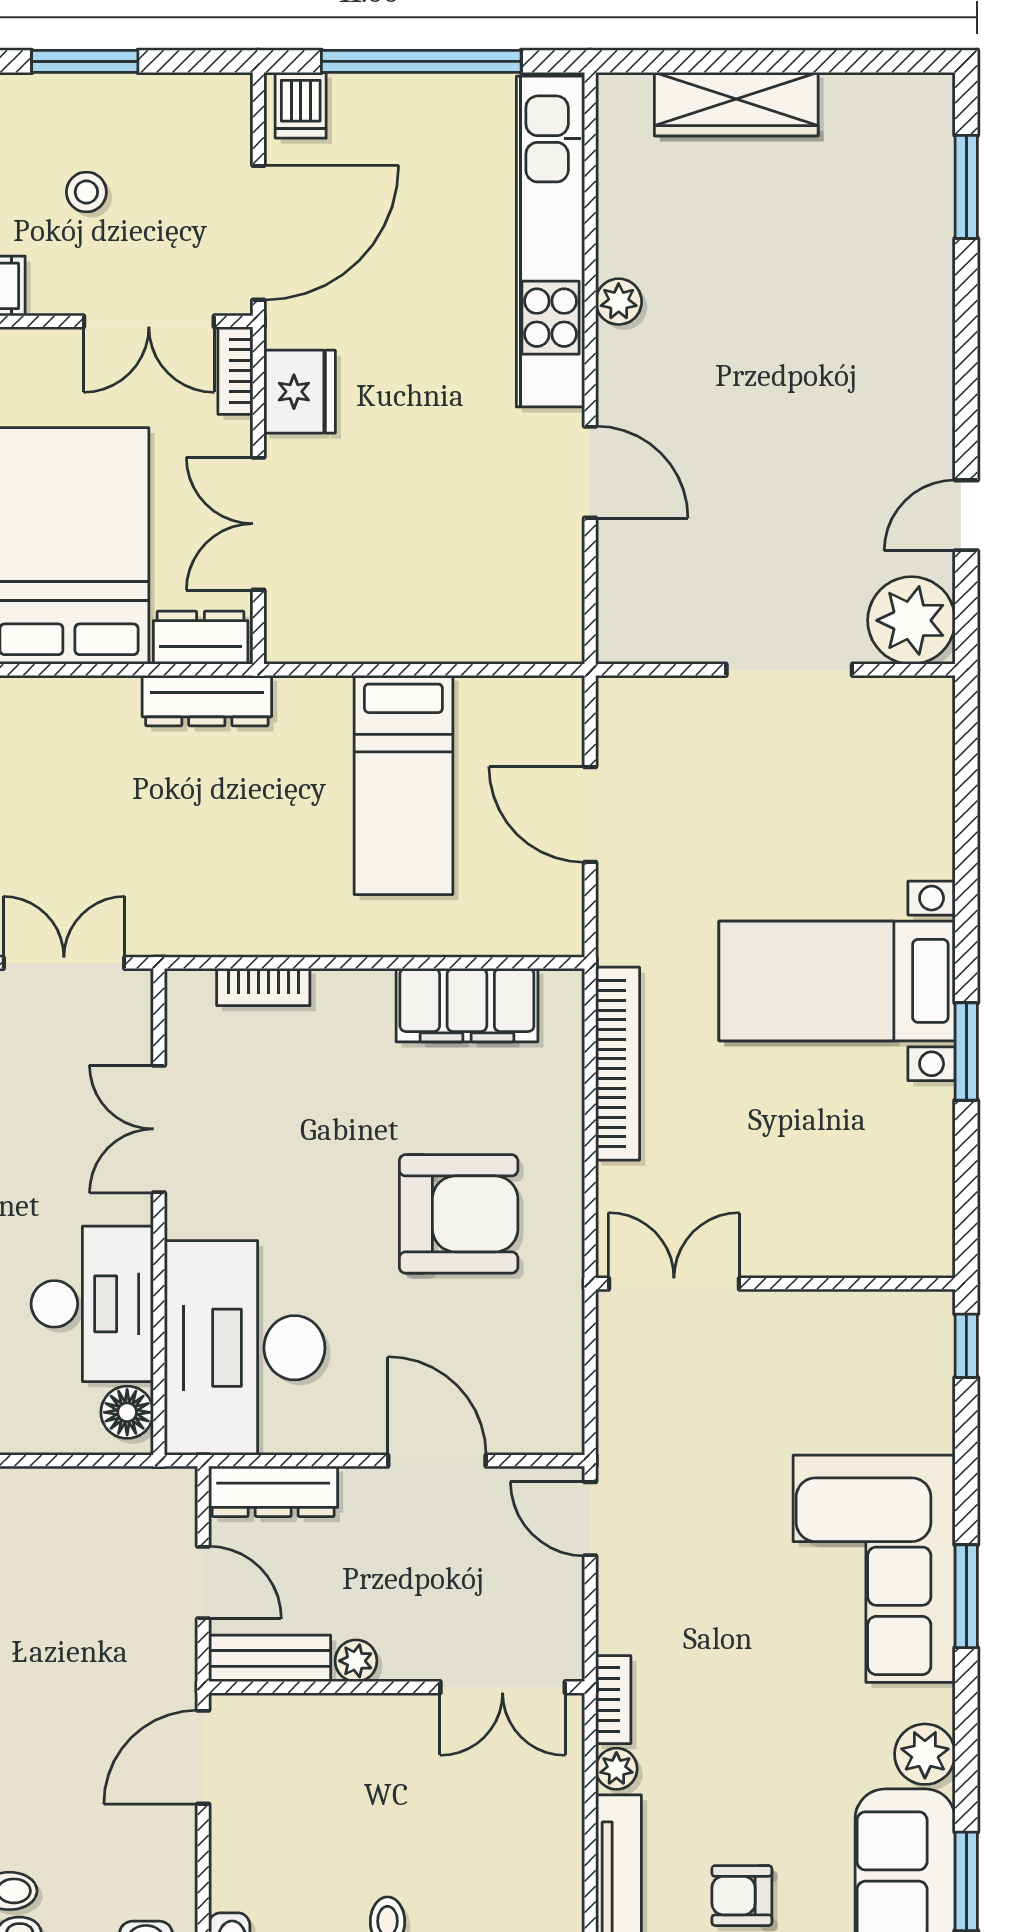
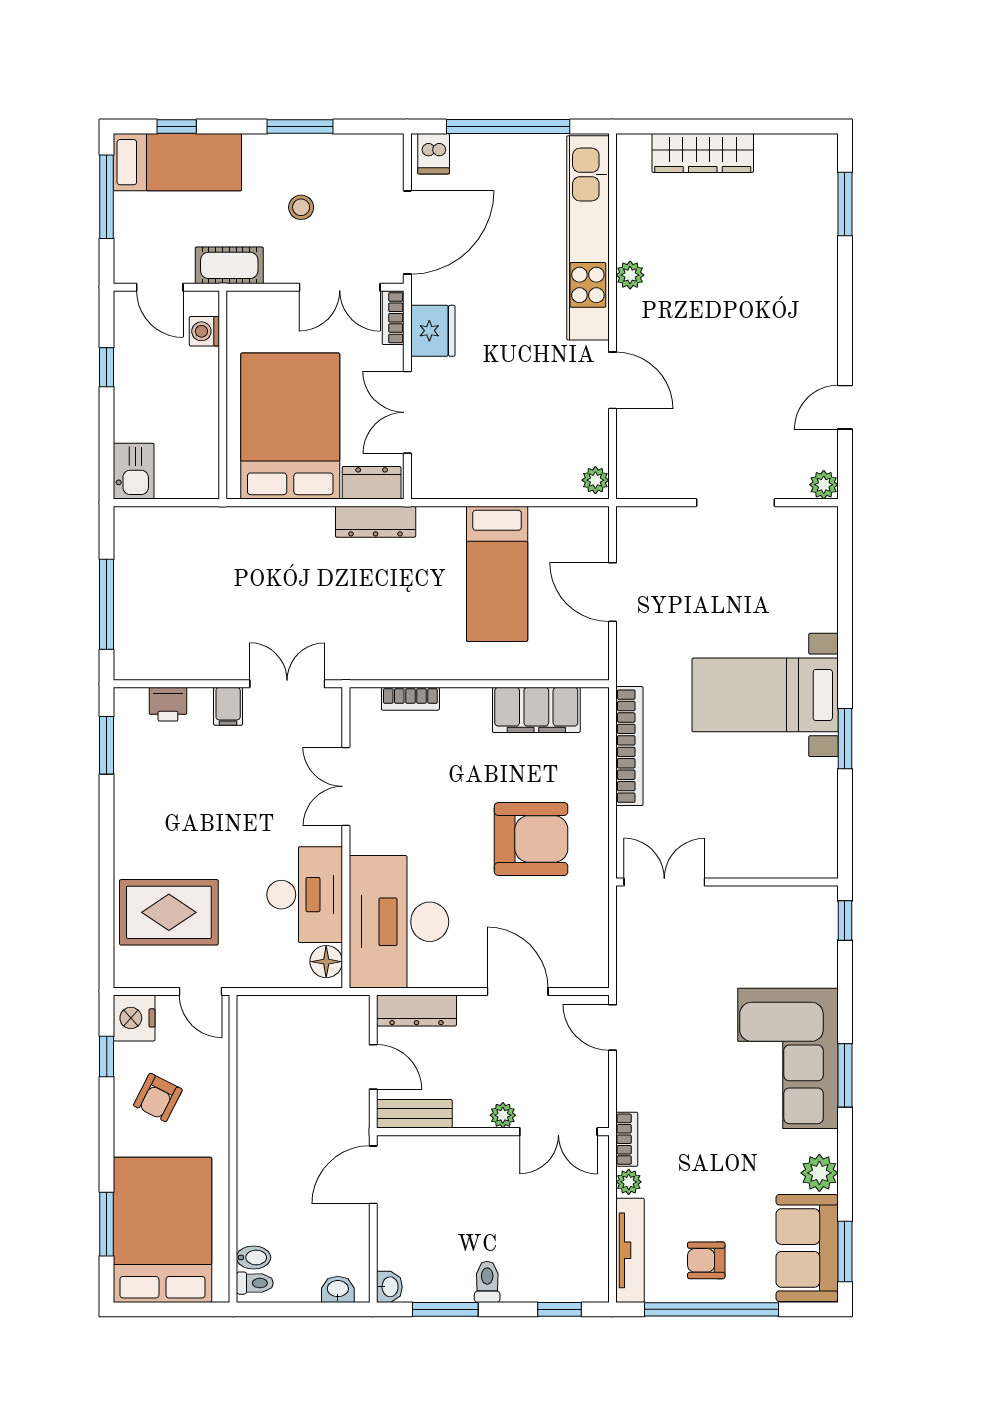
plant: (911, 620) -> (824, 485), width x0.53, depth x0.53
plant: (563, 633) -> (595, 480), added
plant: (356, 1661) -> (503, 1115), moved

